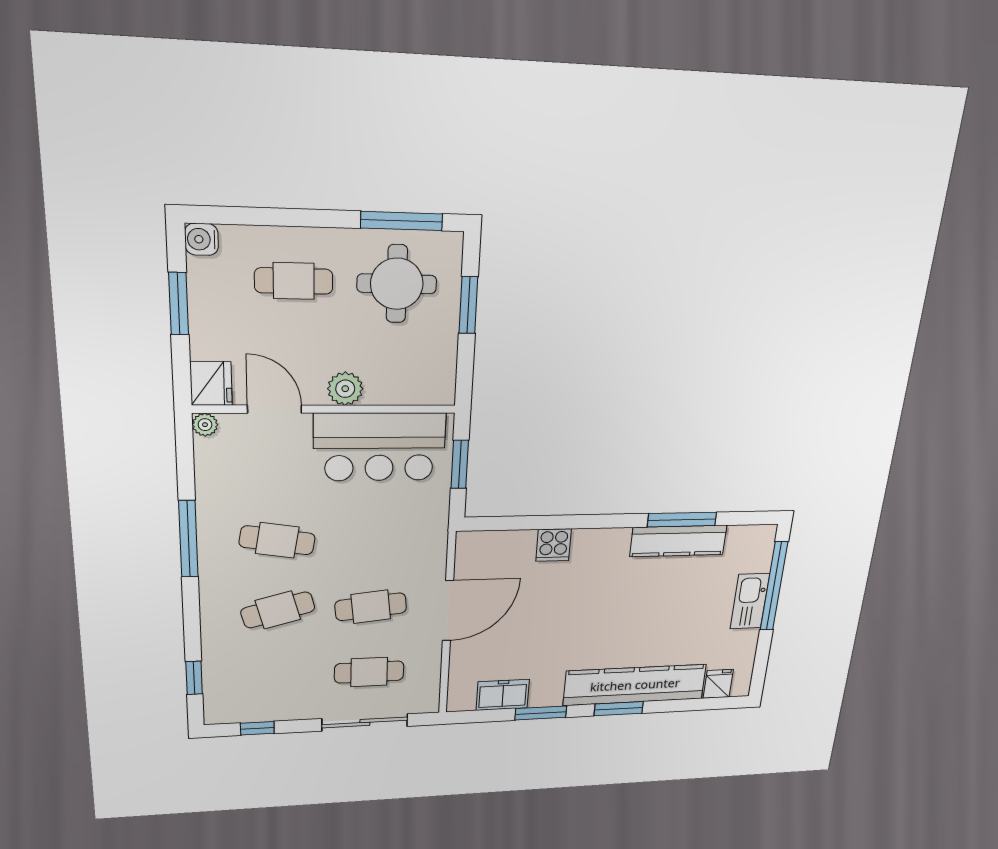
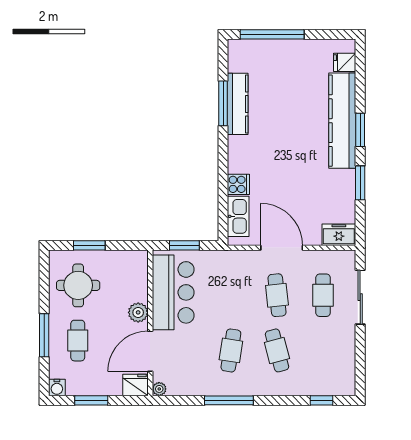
window: (402, 221) -> (44, 335), moved
door: (275, 409) -> (150, 351), width x1.36
kitchen sink: (750, 601) -> (238, 216), moved, turned -90
freezer: (503, 695) -> (339, 235), moved, turned 90
window: (257, 728) -> (360, 364), removed

